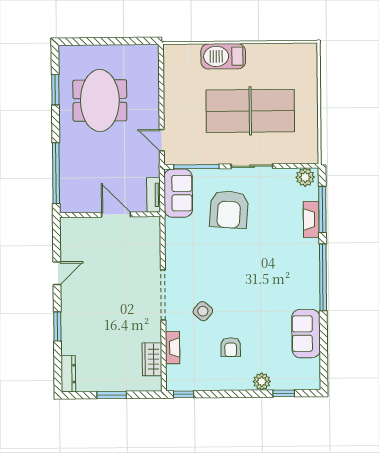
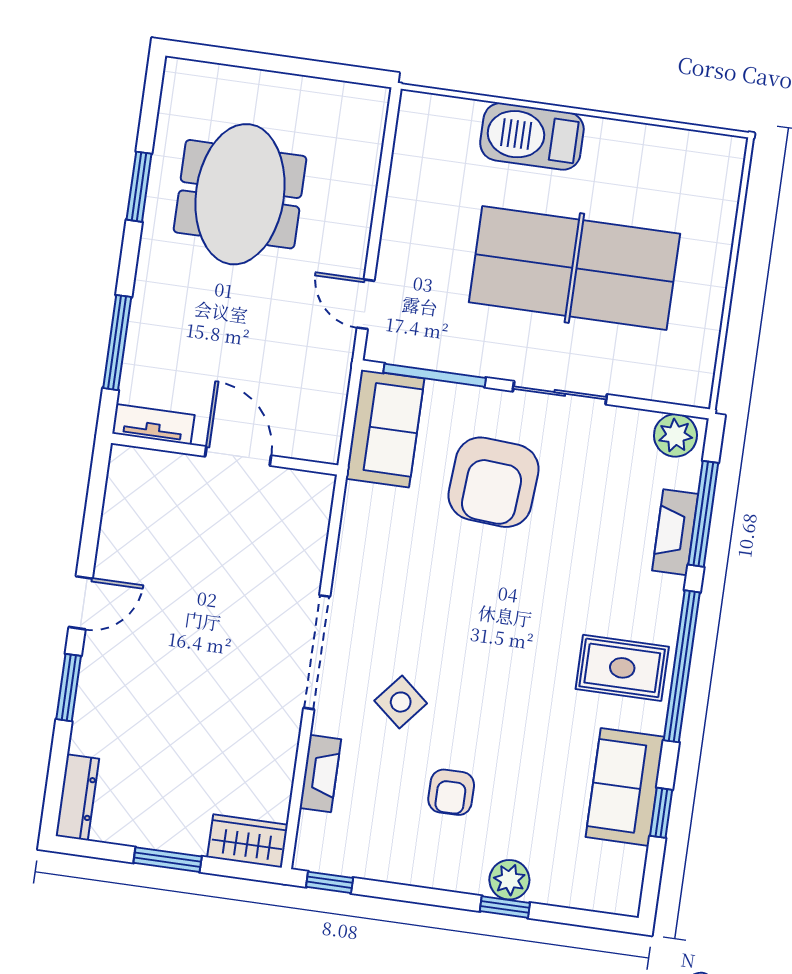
window: (55, 90) -> (139, 187), moved
window: (56, 173) -> (117, 343), width x0.68
tv unit: (154, 195) -> (153, 424), moved, turned 90
door: (57, 273) -> (81, 603), moved
rug: (297, 282) -> (622, 668), added
window: (323, 342) -> (661, 813), added
wardrobe: (152, 359) -> (248, 841), moved, turned 90
window: (284, 393) -> (505, 907), moved

